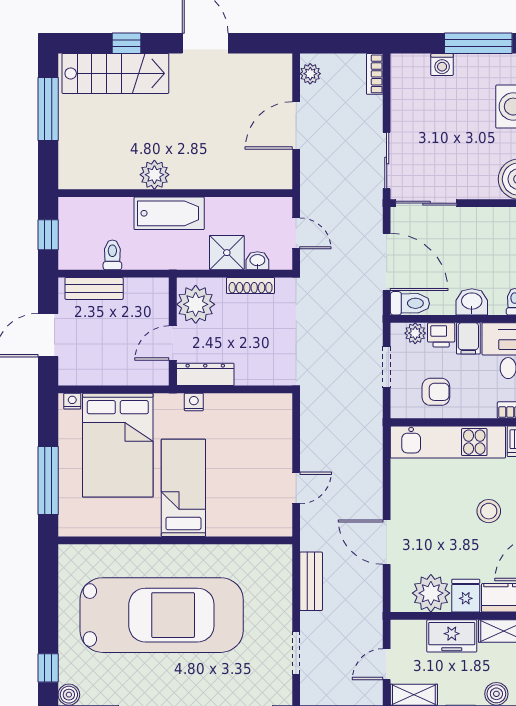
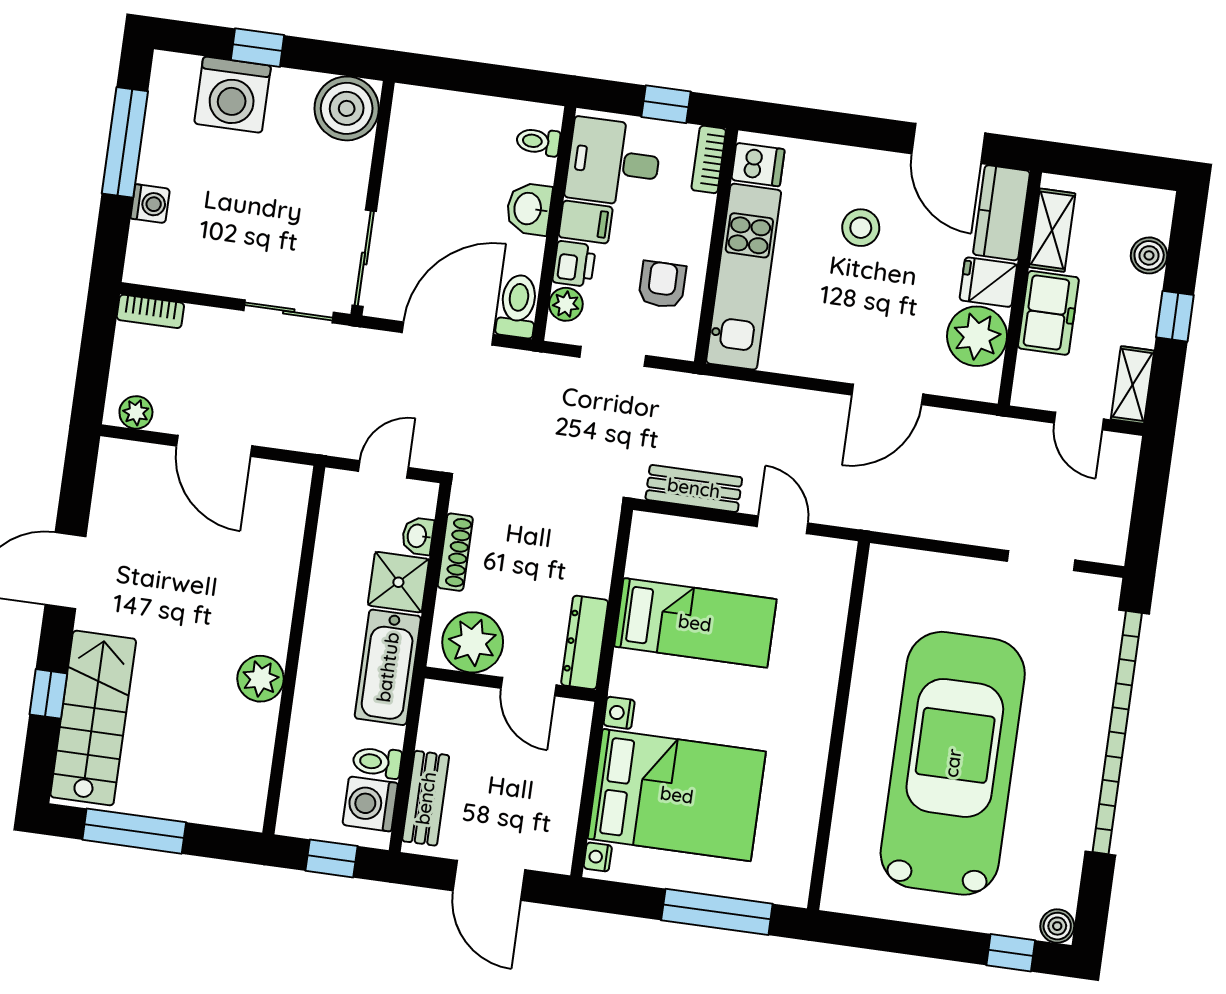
bathtub: (169, 213) -> (388, 667), moved, turned 180
washing machine: (86, 254) -> (370, 804), added
nightstand: (194, 402) -> (619, 713), moved
bed: (183, 488) -> (695, 623), moved, turned 180
bench: (311, 581) -> (694, 488), moved

